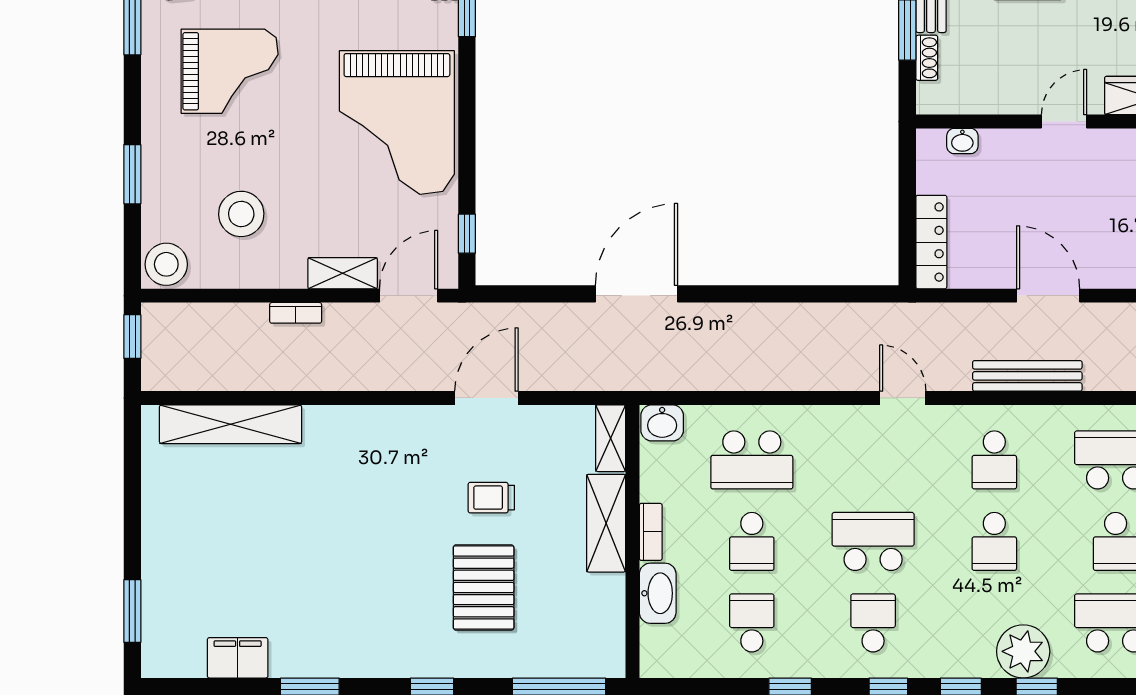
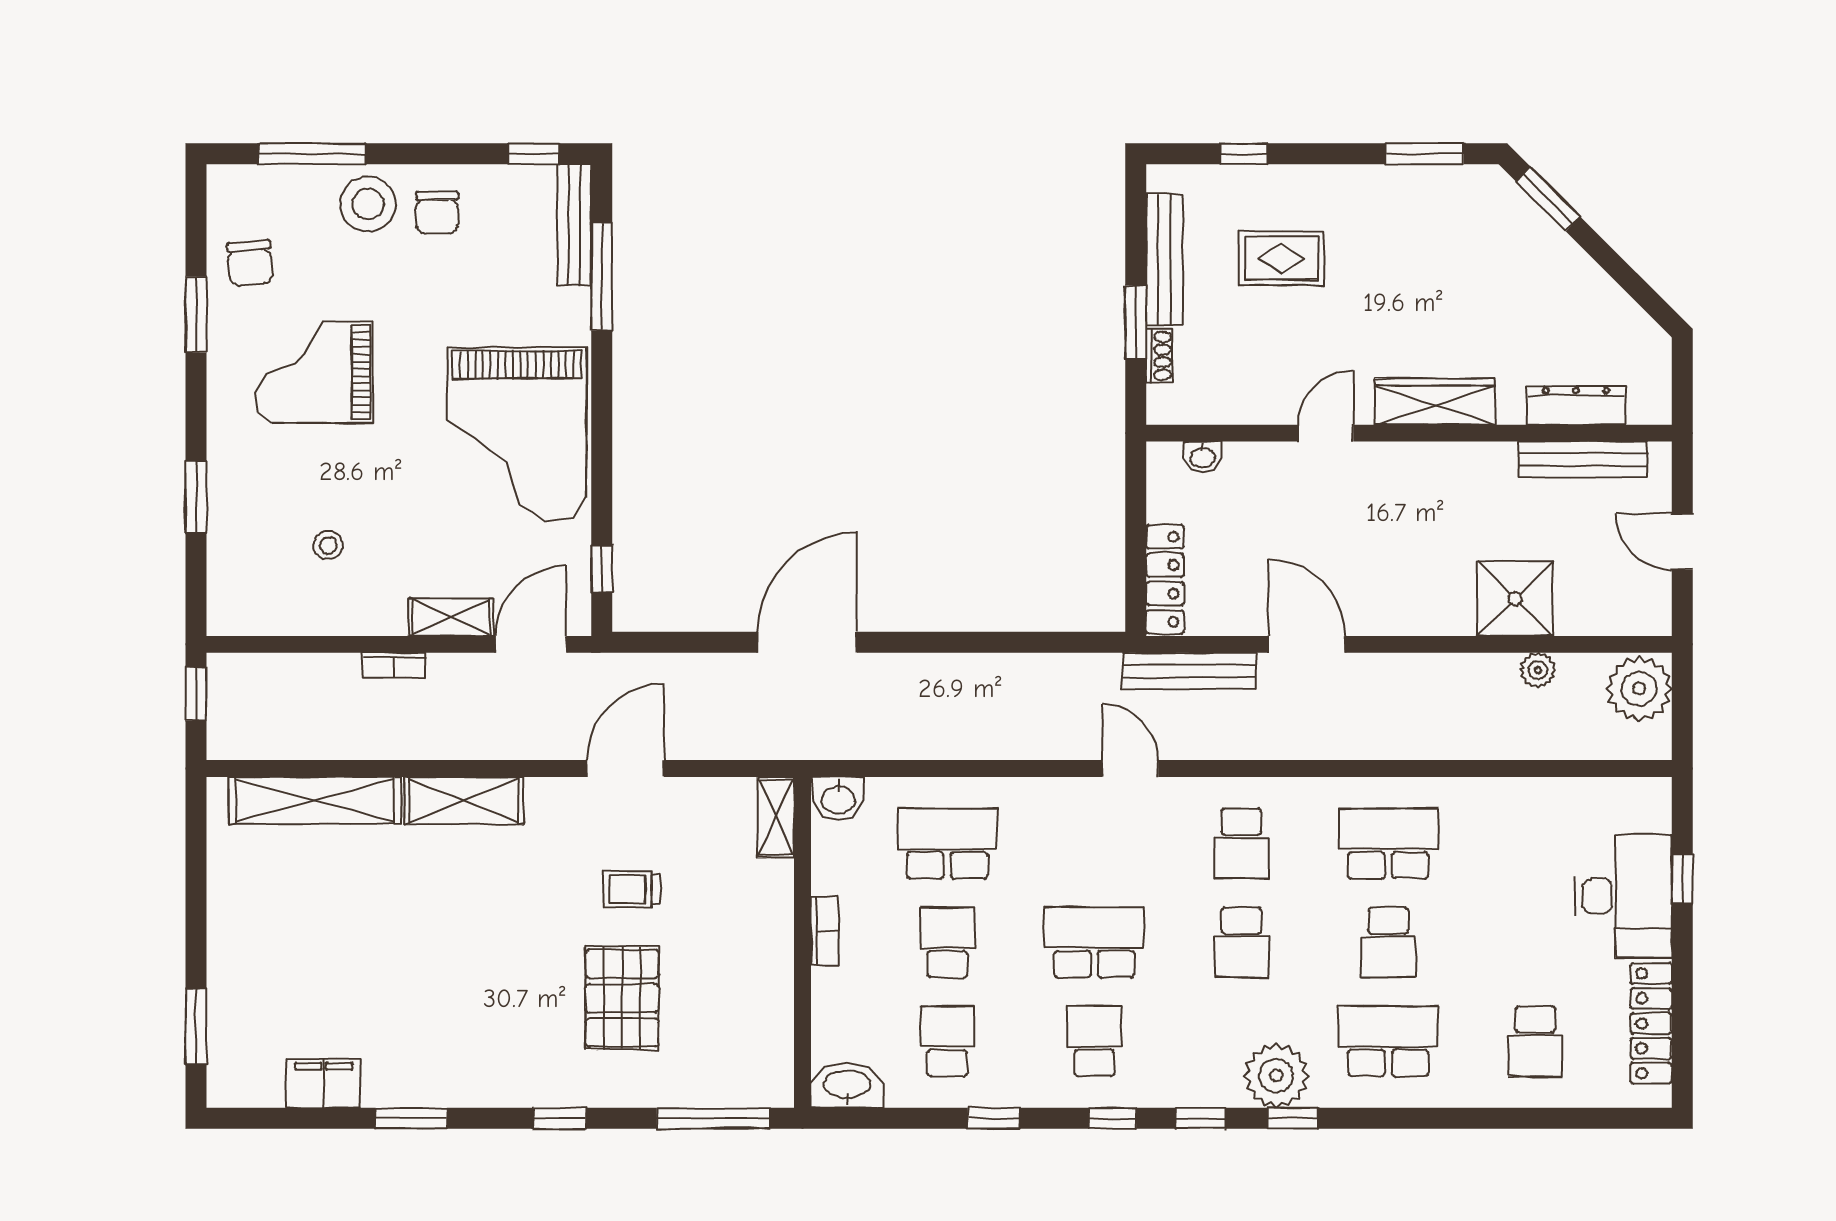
grand piano: (230, 71) -> (314, 372), turned 180
stool: (241, 214) -> (328, 545), width x0.53, depth x0.53
stool: (166, 264) -> (237, 606), removed
bench: (1027, 376) -> (1189, 671), moved
school desk: (752, 460) -> (947, 844), turned 180
shelving: (606, 523) -> (464, 800), moved, turned 90
school desk: (752, 541) -> (947, 942), turned 180
washbasin: (658, 593) -> (847, 1086), moved, turned -90

